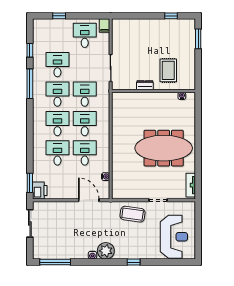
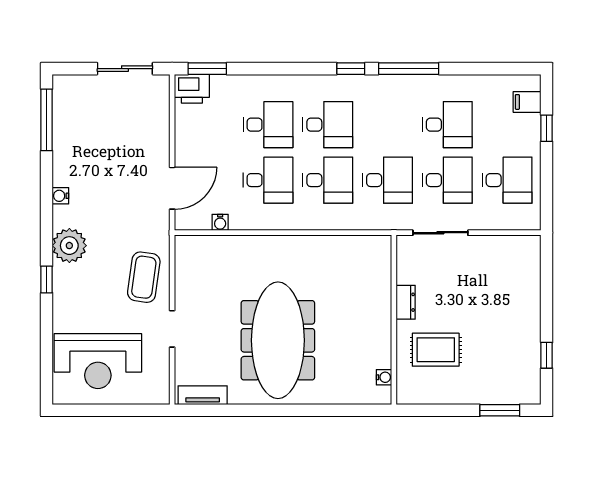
filing cabinet: (104, 25) -> (527, 102), moved
window: (30, 50) -> (351, 69), moved
desk: (57, 94) -> (447, 180), moved
plant: (106, 251) -> (69, 246), moved

